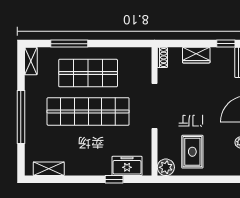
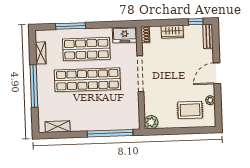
shelving: (31, 61) -> (41, 53), moved
rug: (192, 152) -> (190, 110), moved, turned 90
freezer: (127, 166) -> (125, 35), moved, turned 180
window: (114, 179) -> (110, 133), width x3.17

